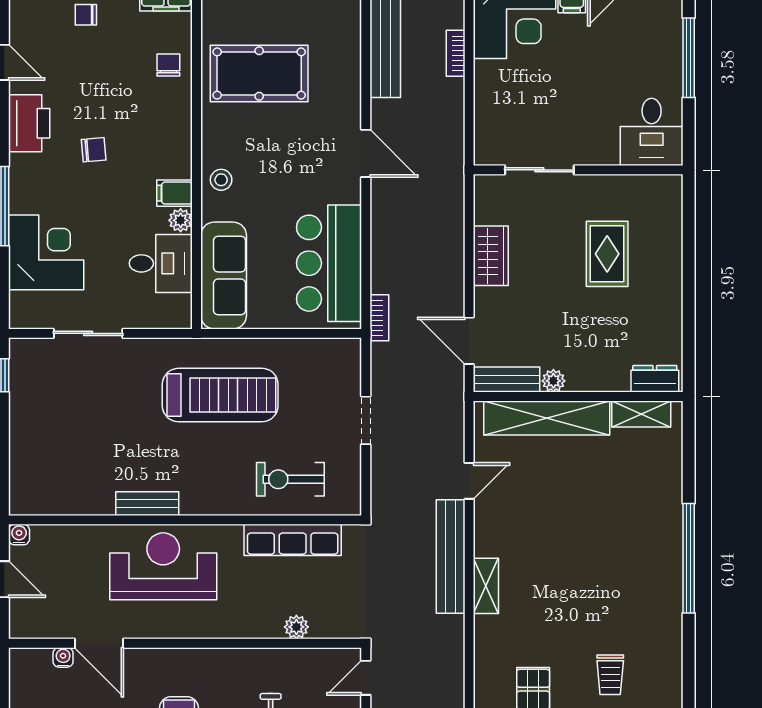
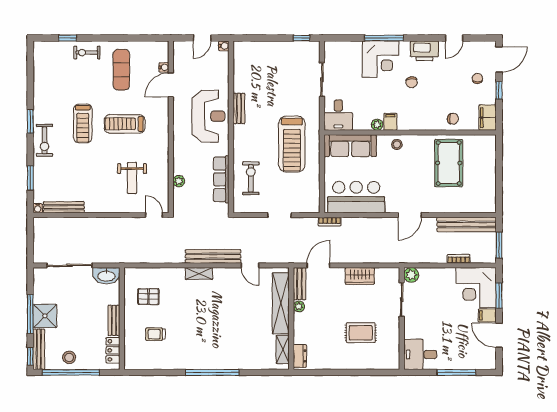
plant: (489, 150) -> (411, 275), added
corner desk: (46, 252) -> (381, 59), moved
desk: (161, 263) -> (338, 115), moved

